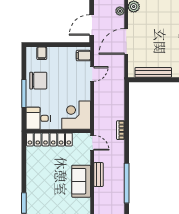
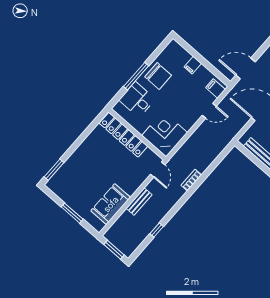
filing cabinet: (42, 53) -> (193, 65), moved
desk: (38, 118) -> (137, 100), moved
sofa: (81, 181) -> (111, 204), moved
window: (127, 183) -> (157, 230), width x0.32

